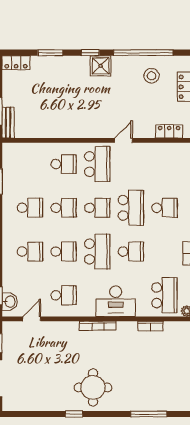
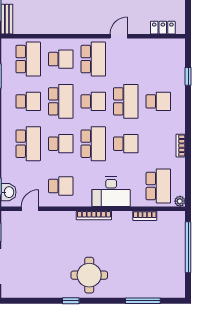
school desk: (30, 164) -> (28, 59), added
school desk: (64, 208) -> (61, 101), width x1.85
school desk: (30, 252) -> (28, 144), width x1.85

